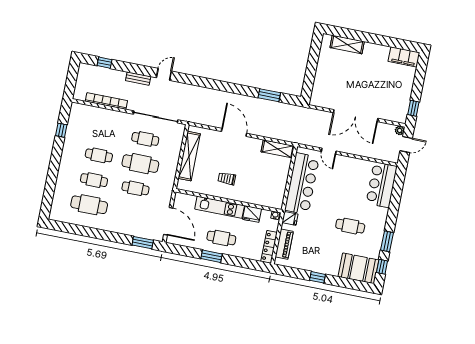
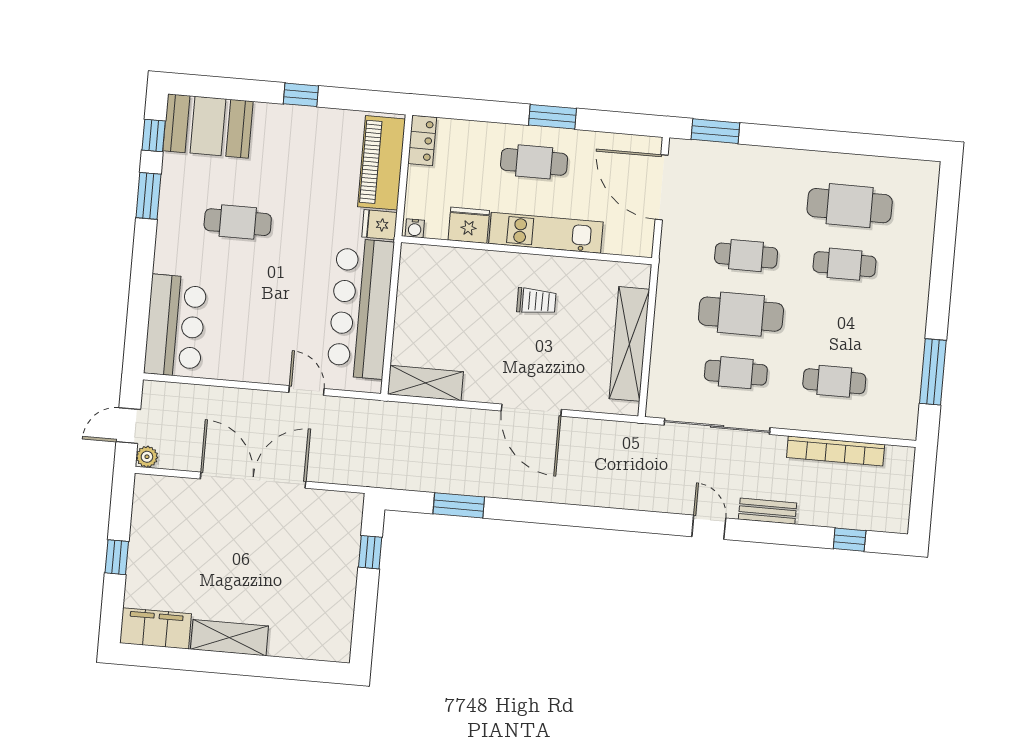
shelving: (347, 44) -> (229, 638), moved
door: (164, 74) -> (709, 527), swing flipped
window: (309, 79) -> (370, 552), added
window: (413, 108) -> (117, 557), moved
window: (61, 130) -> (933, 372), width x2.17
cafe table: (99, 155) -> (834, 381), moved
piano: (284, 244) -> (382, 163), width x1.37, depth x1.33
locker: (269, 247) -> (422, 140), width x0.66

